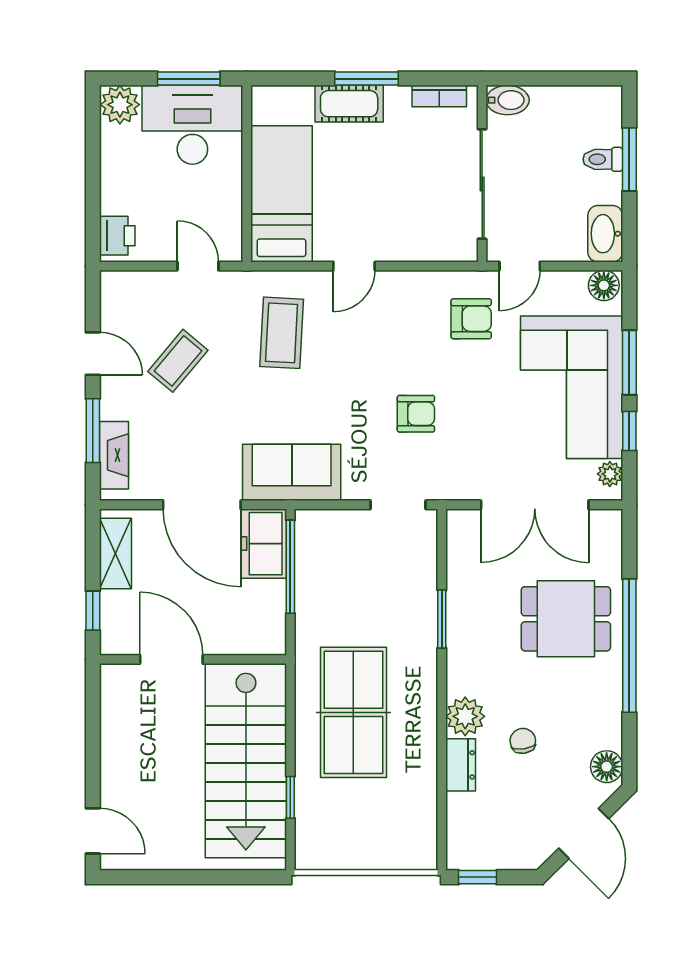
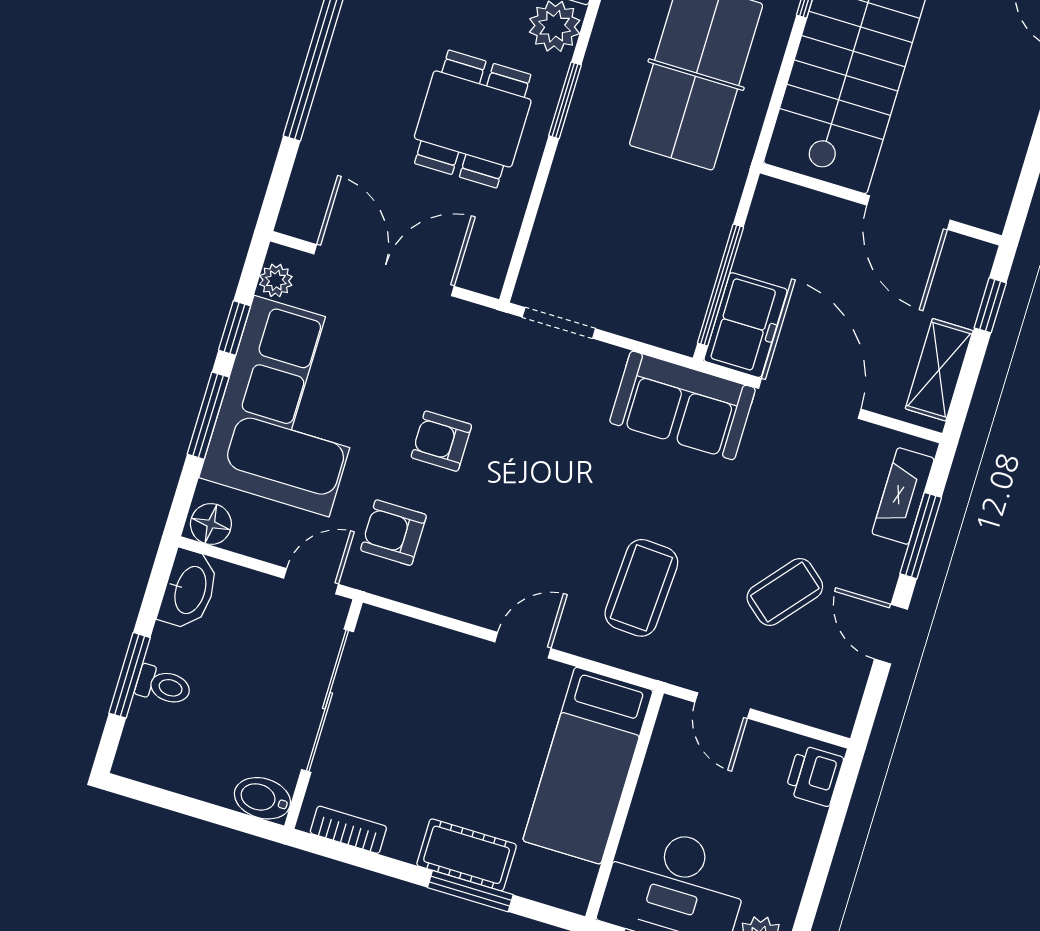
window: (367, 79) -> (470, 891), moved
armchair: (416, 414) -> (441, 441), moved
window: (442, 619) -> (565, 100), moved
dining table: (566, 619) -> (473, 119), moved, turned 90

